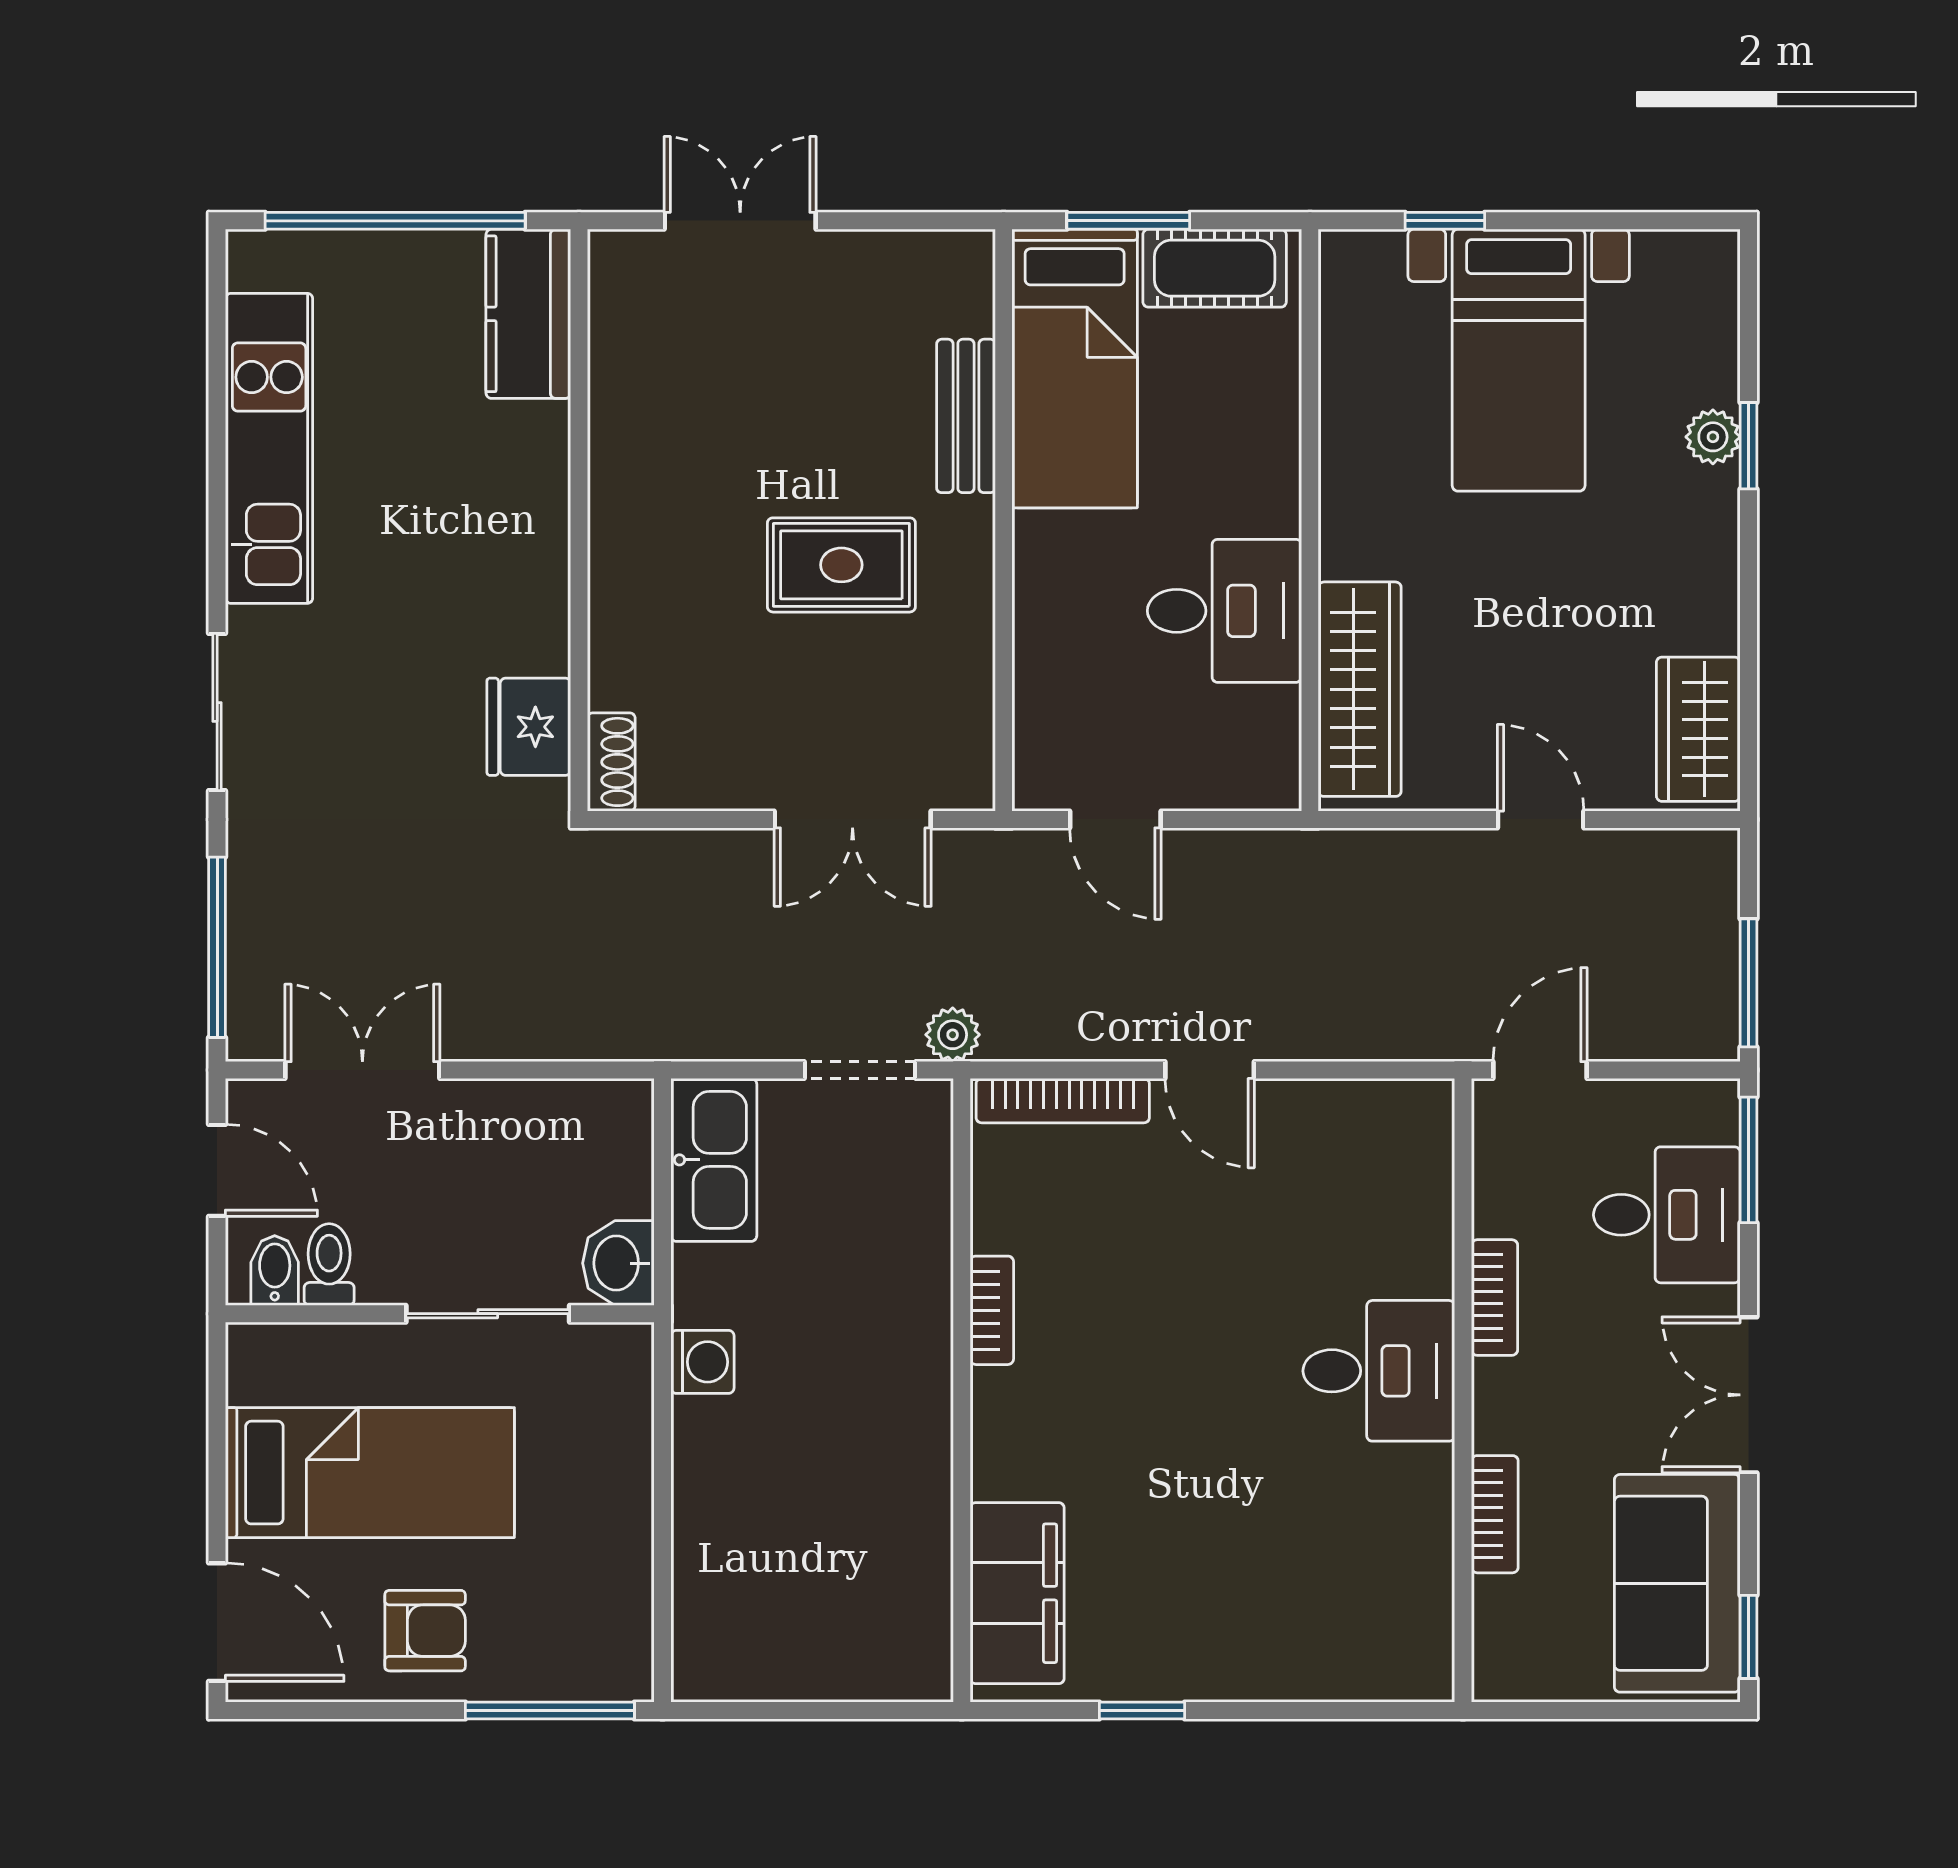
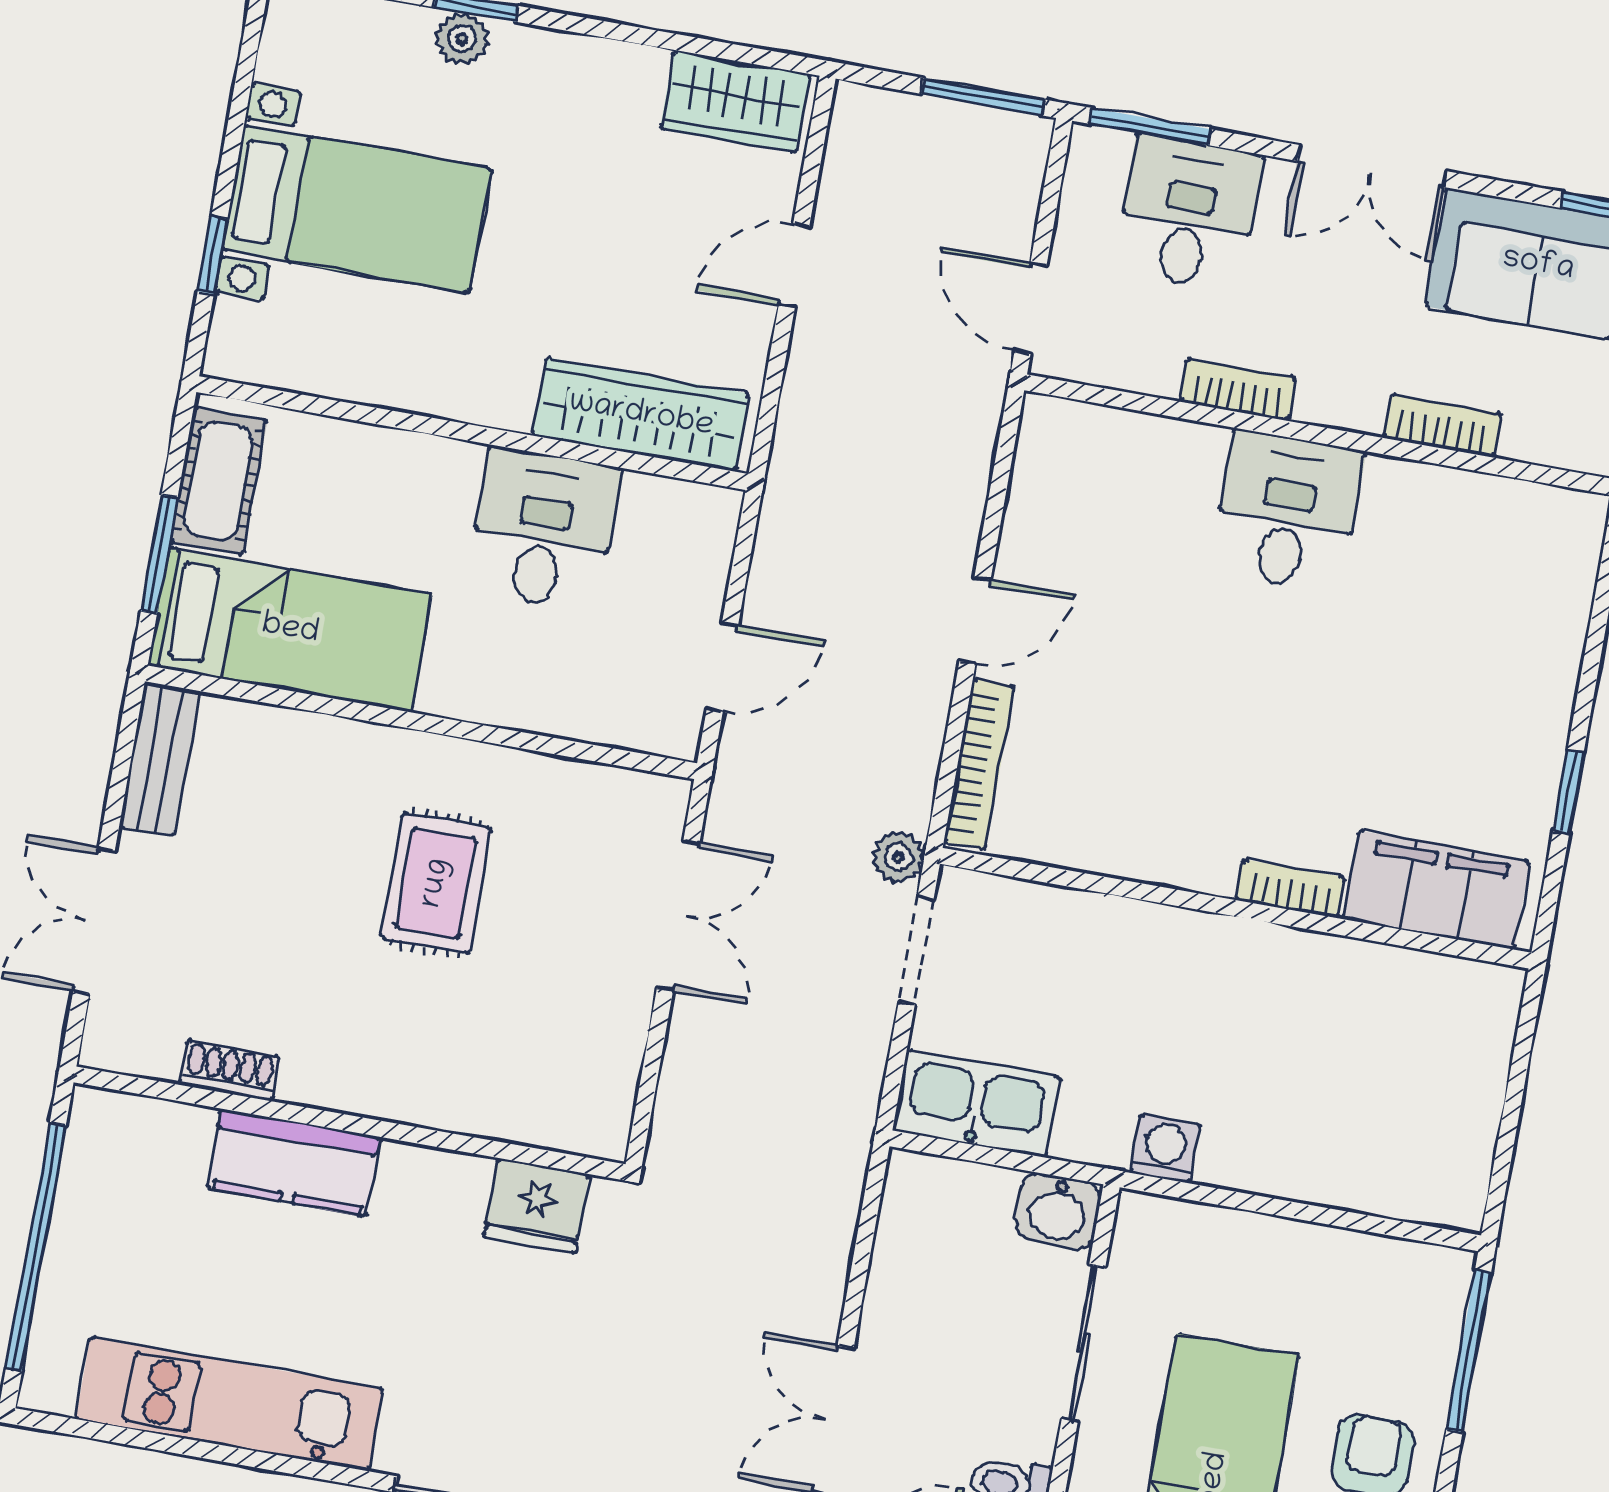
kitchen counter: (528, 314) -> (294, 1163), moved
bench: (966, 416) -> (160, 759), moved, turned 90
shoe rack: (611, 762) -> (230, 1071), moved
bookcase: (992, 1310) -> (1290, 889), moved

